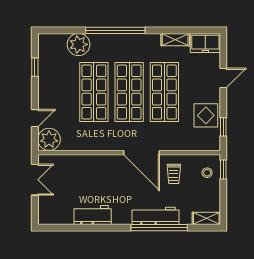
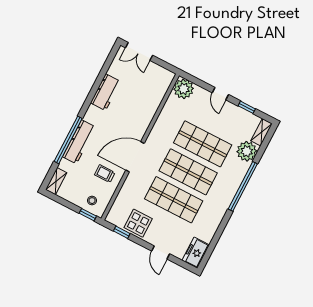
shelving: (175, 40) -> (262, 132), moved
door: (35, 118) -> (220, 94), moved
double door: (35, 180) -> (139, 51), moved

